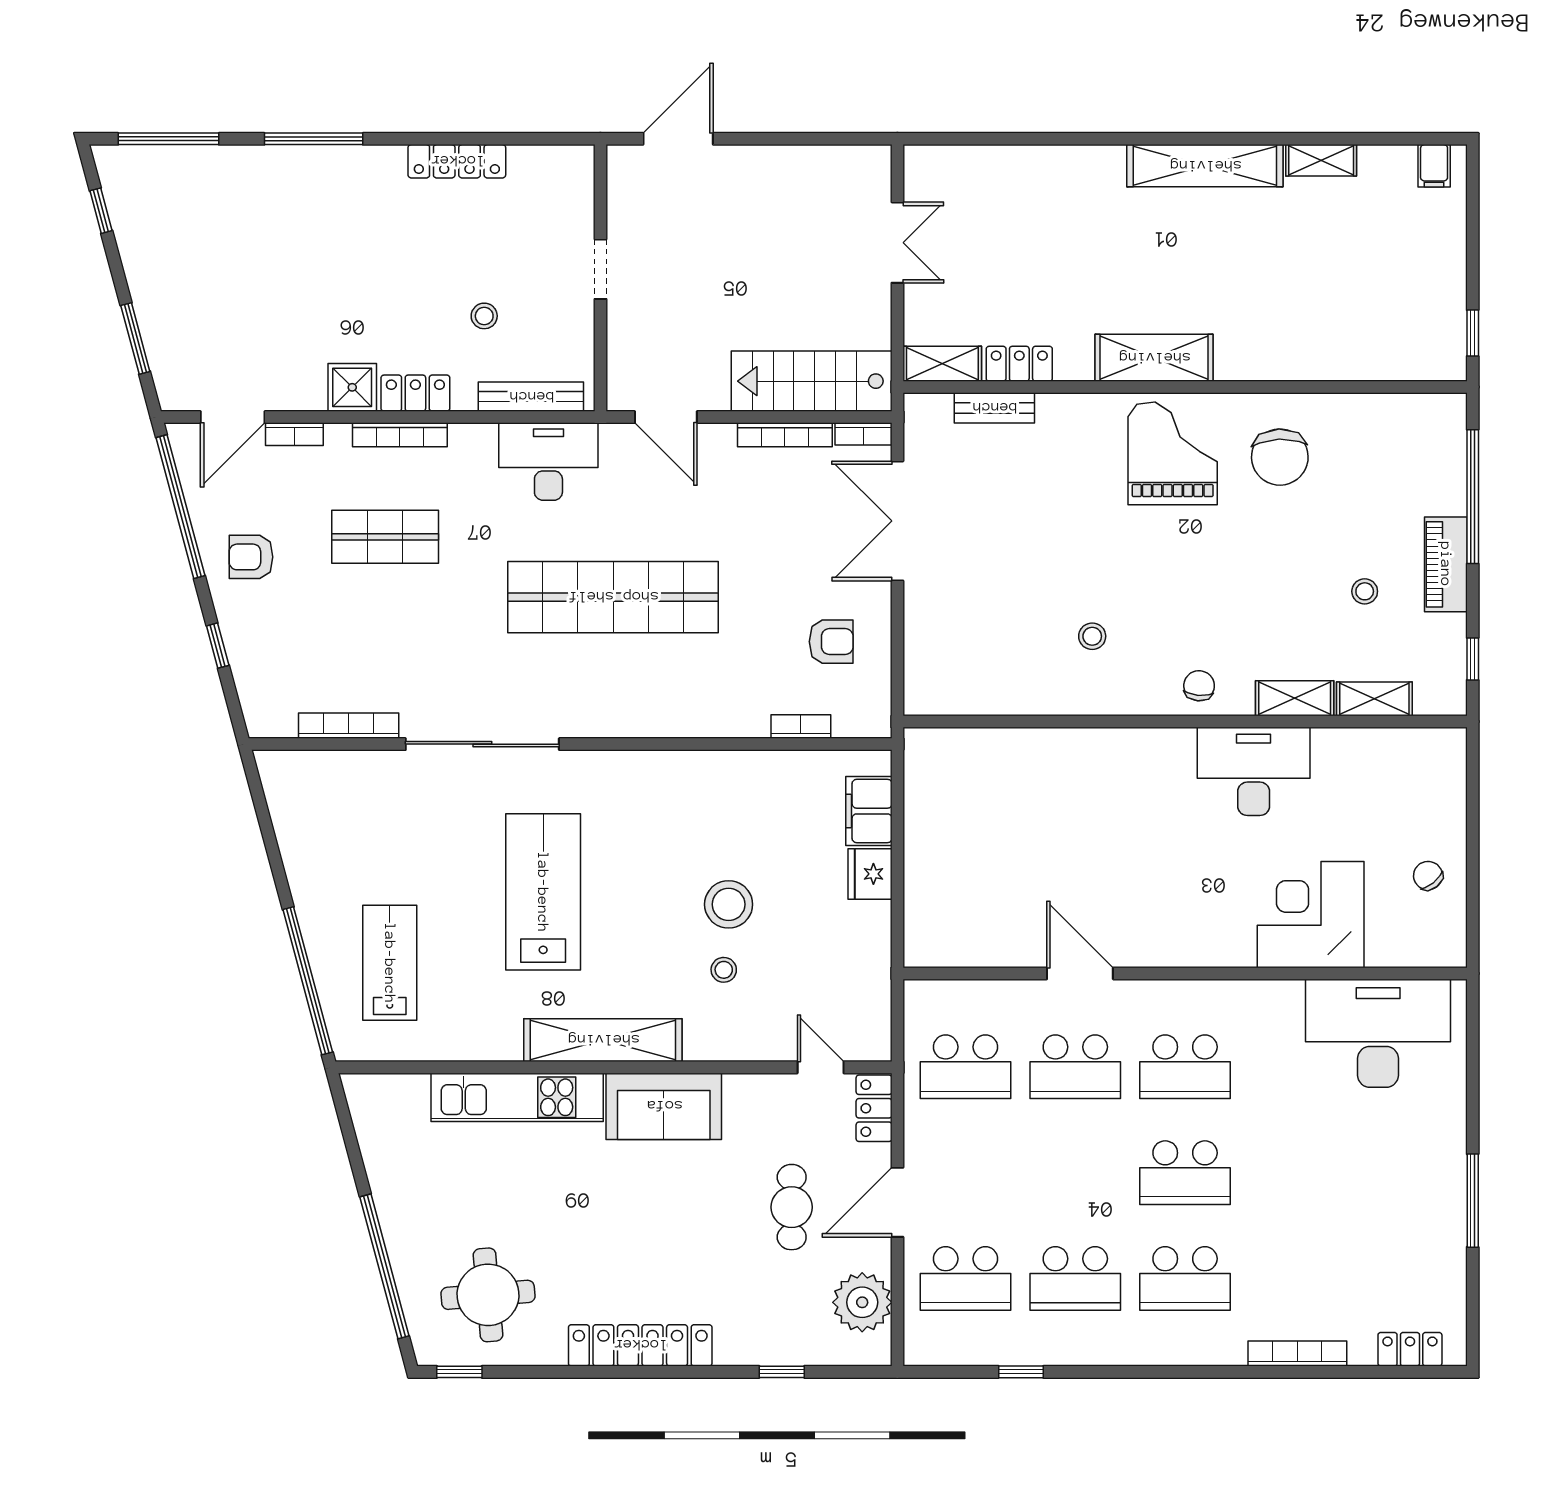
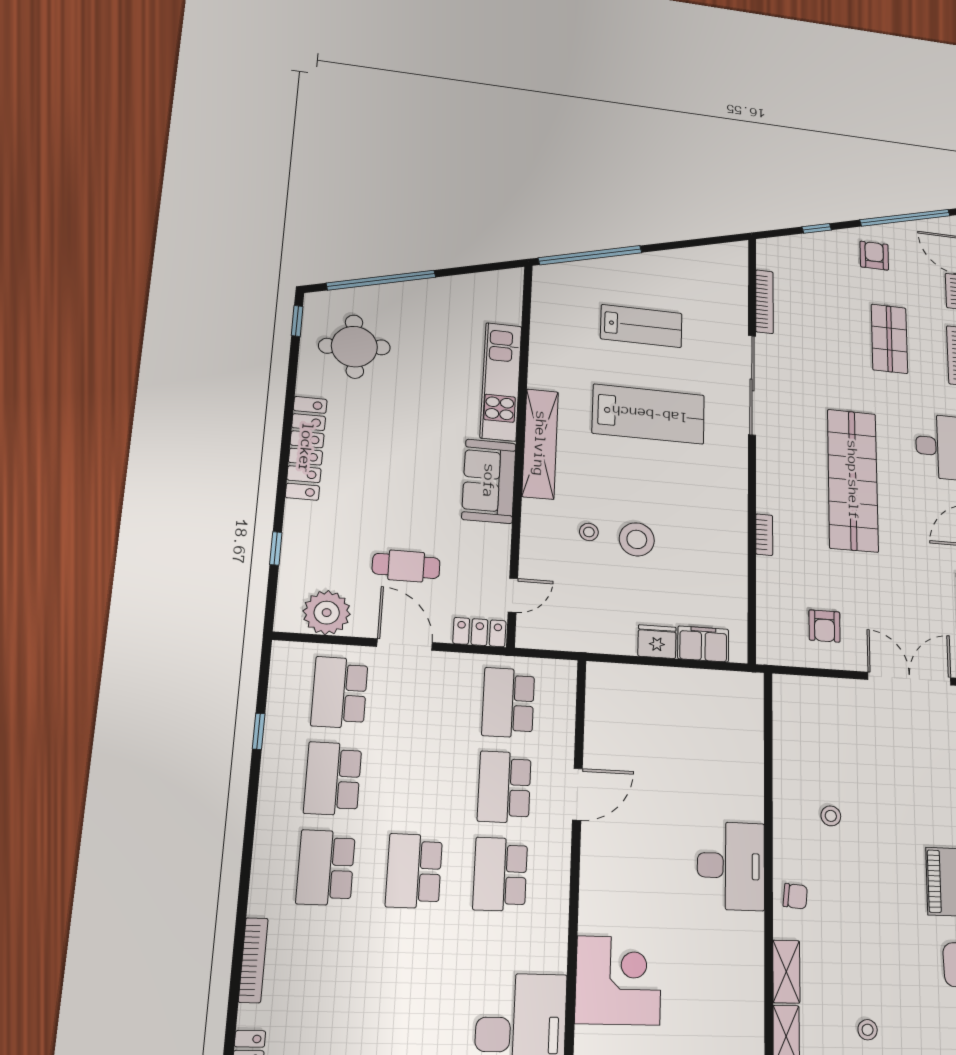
bookcase: (801, 727) -> (764, 535), moved
desk: (1254, 771) -> (731, 866), moved
lab bench: (390, 963) -> (641, 326), moved

